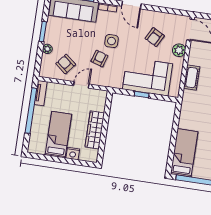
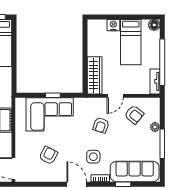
window: (43, 32) -> (162, 144), width x1.44
side table: (112, 41) -> (93, 157), moved
plant: (179, 50) -> (22, 146), removed
wardrobe: (95, 130) -> (95, 75), moved
floor lamp: (33, 148) -> (154, 25), added

